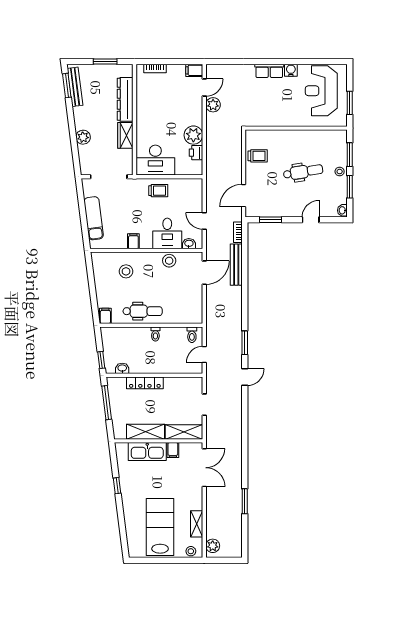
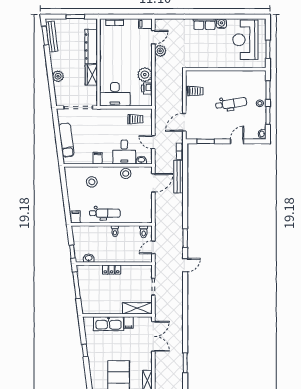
trolley: (158, 191) -> (135, 119), moved
locker: (145, 383) -> (112, 270), width x0.66
shelving: (145, 432) -> (107, 308), removed

